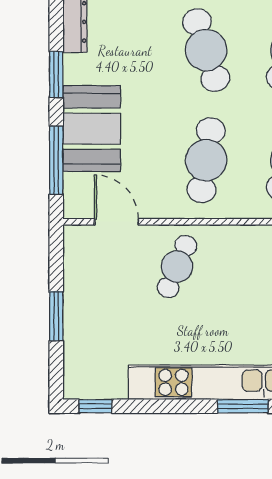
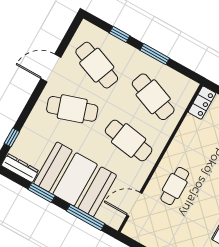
booth: (92, 129) -> (75, 179), width x1.36, depth x1.42
cafe table: (177, 267) -> (175, 186), turned 67

